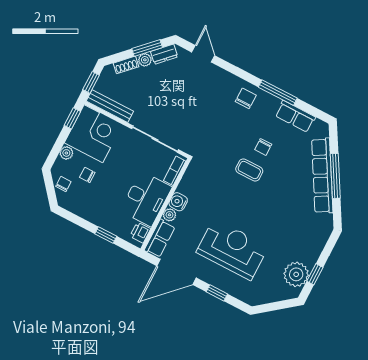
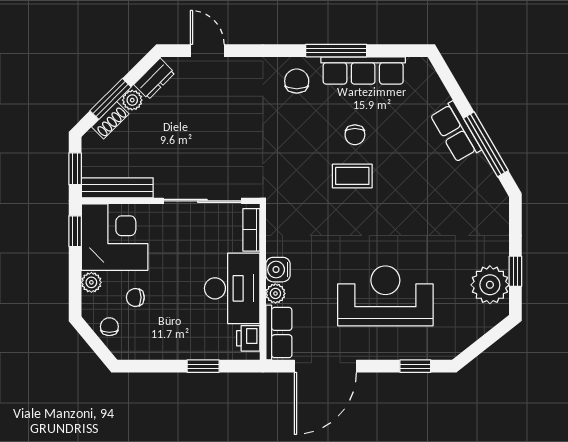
window: (147, 48) -> (111, 99), moved
row of seats: (295, 116) -> (363, 70), width x1.48
row of seats: (322, 176) -> (456, 132), width x0.50
window: (335, 176) -> (486, 144), moved
window: (217, 293) -> (415, 366), moved

